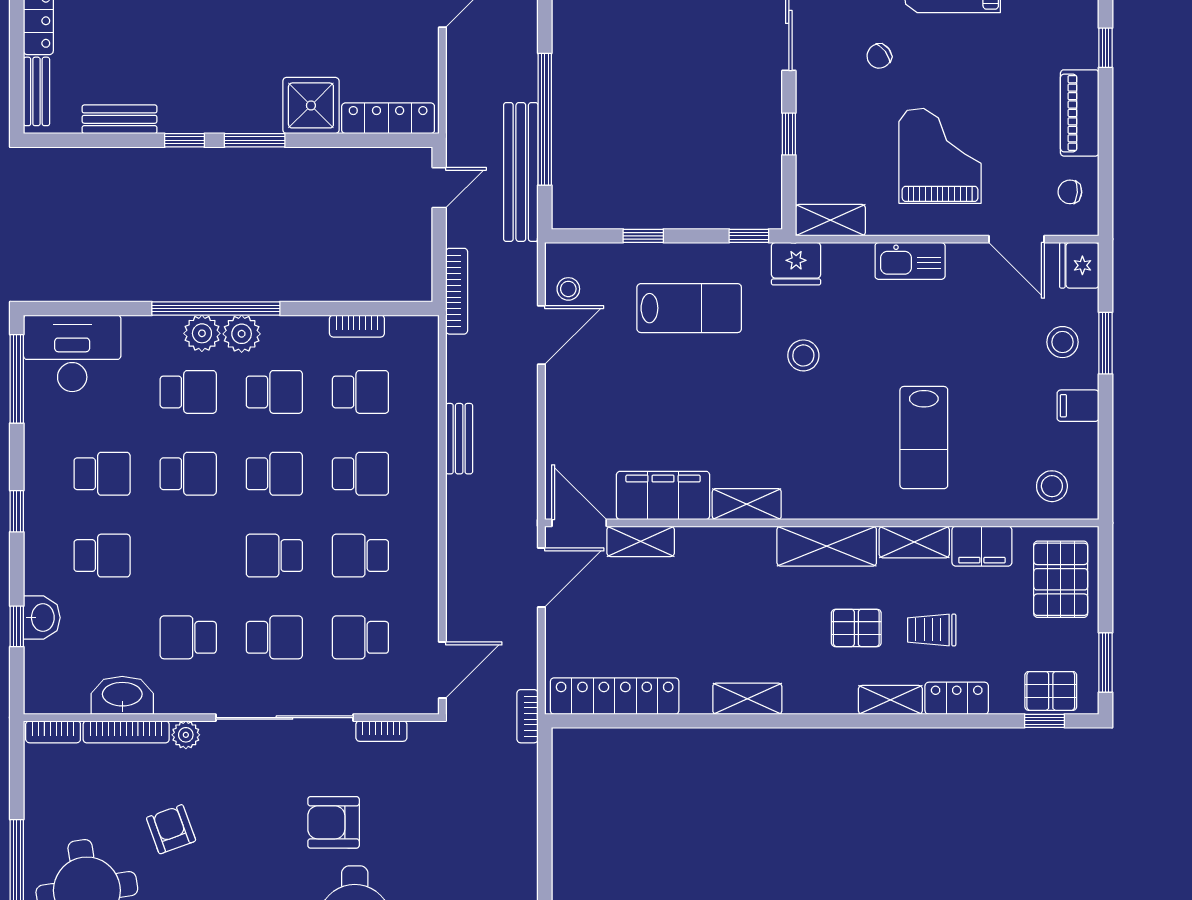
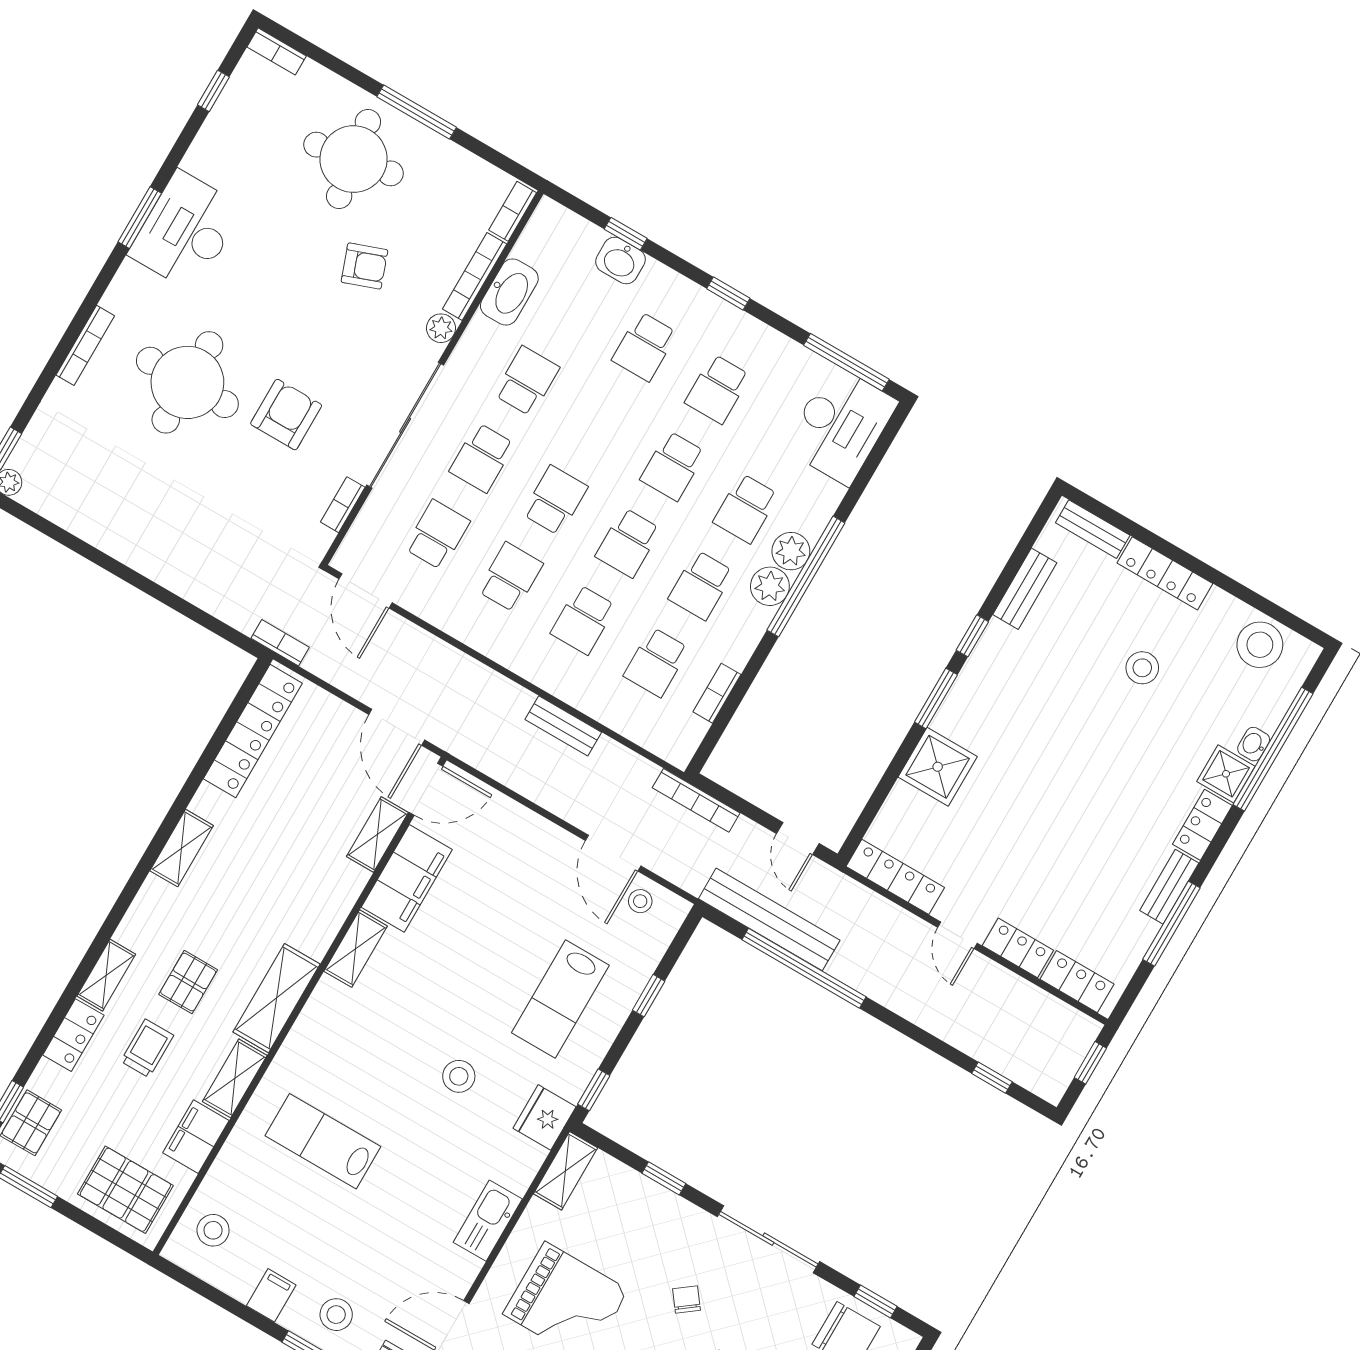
locker: (388, 118) -> (895, 877), moved, turned -90

